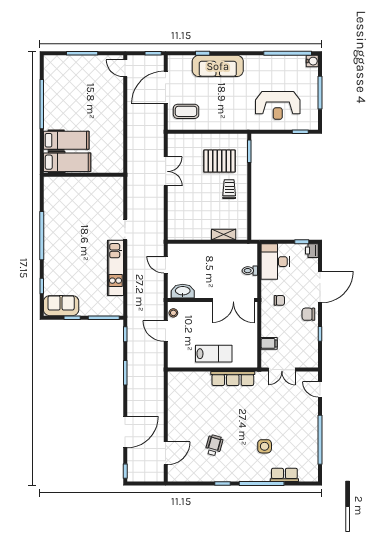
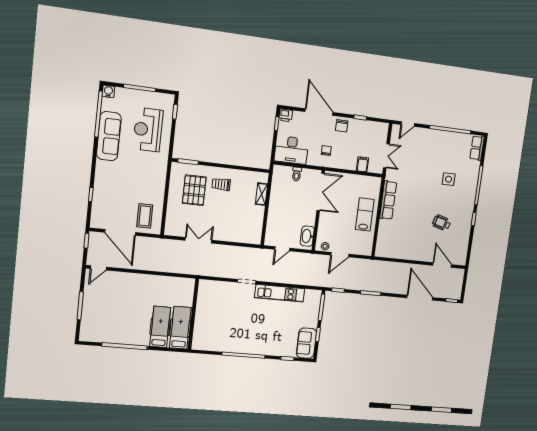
sofa: (218, 66) -> (109, 136), moved
reception desk: (278, 105) -> (148, 130), turned 180
row of seats: (284, 475) -> (477, 148), moved

